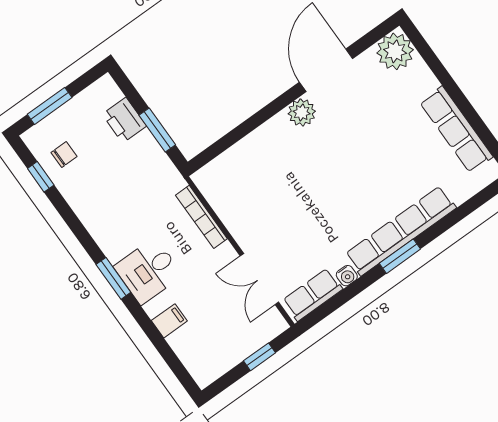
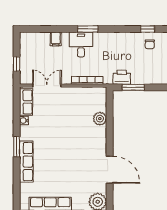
plant: (302, 112) -> (100, 119), moved
printer: (124, 120) -> (122, 77), moved
row of seats: (401, 231) -> (26, 162), width x0.73

